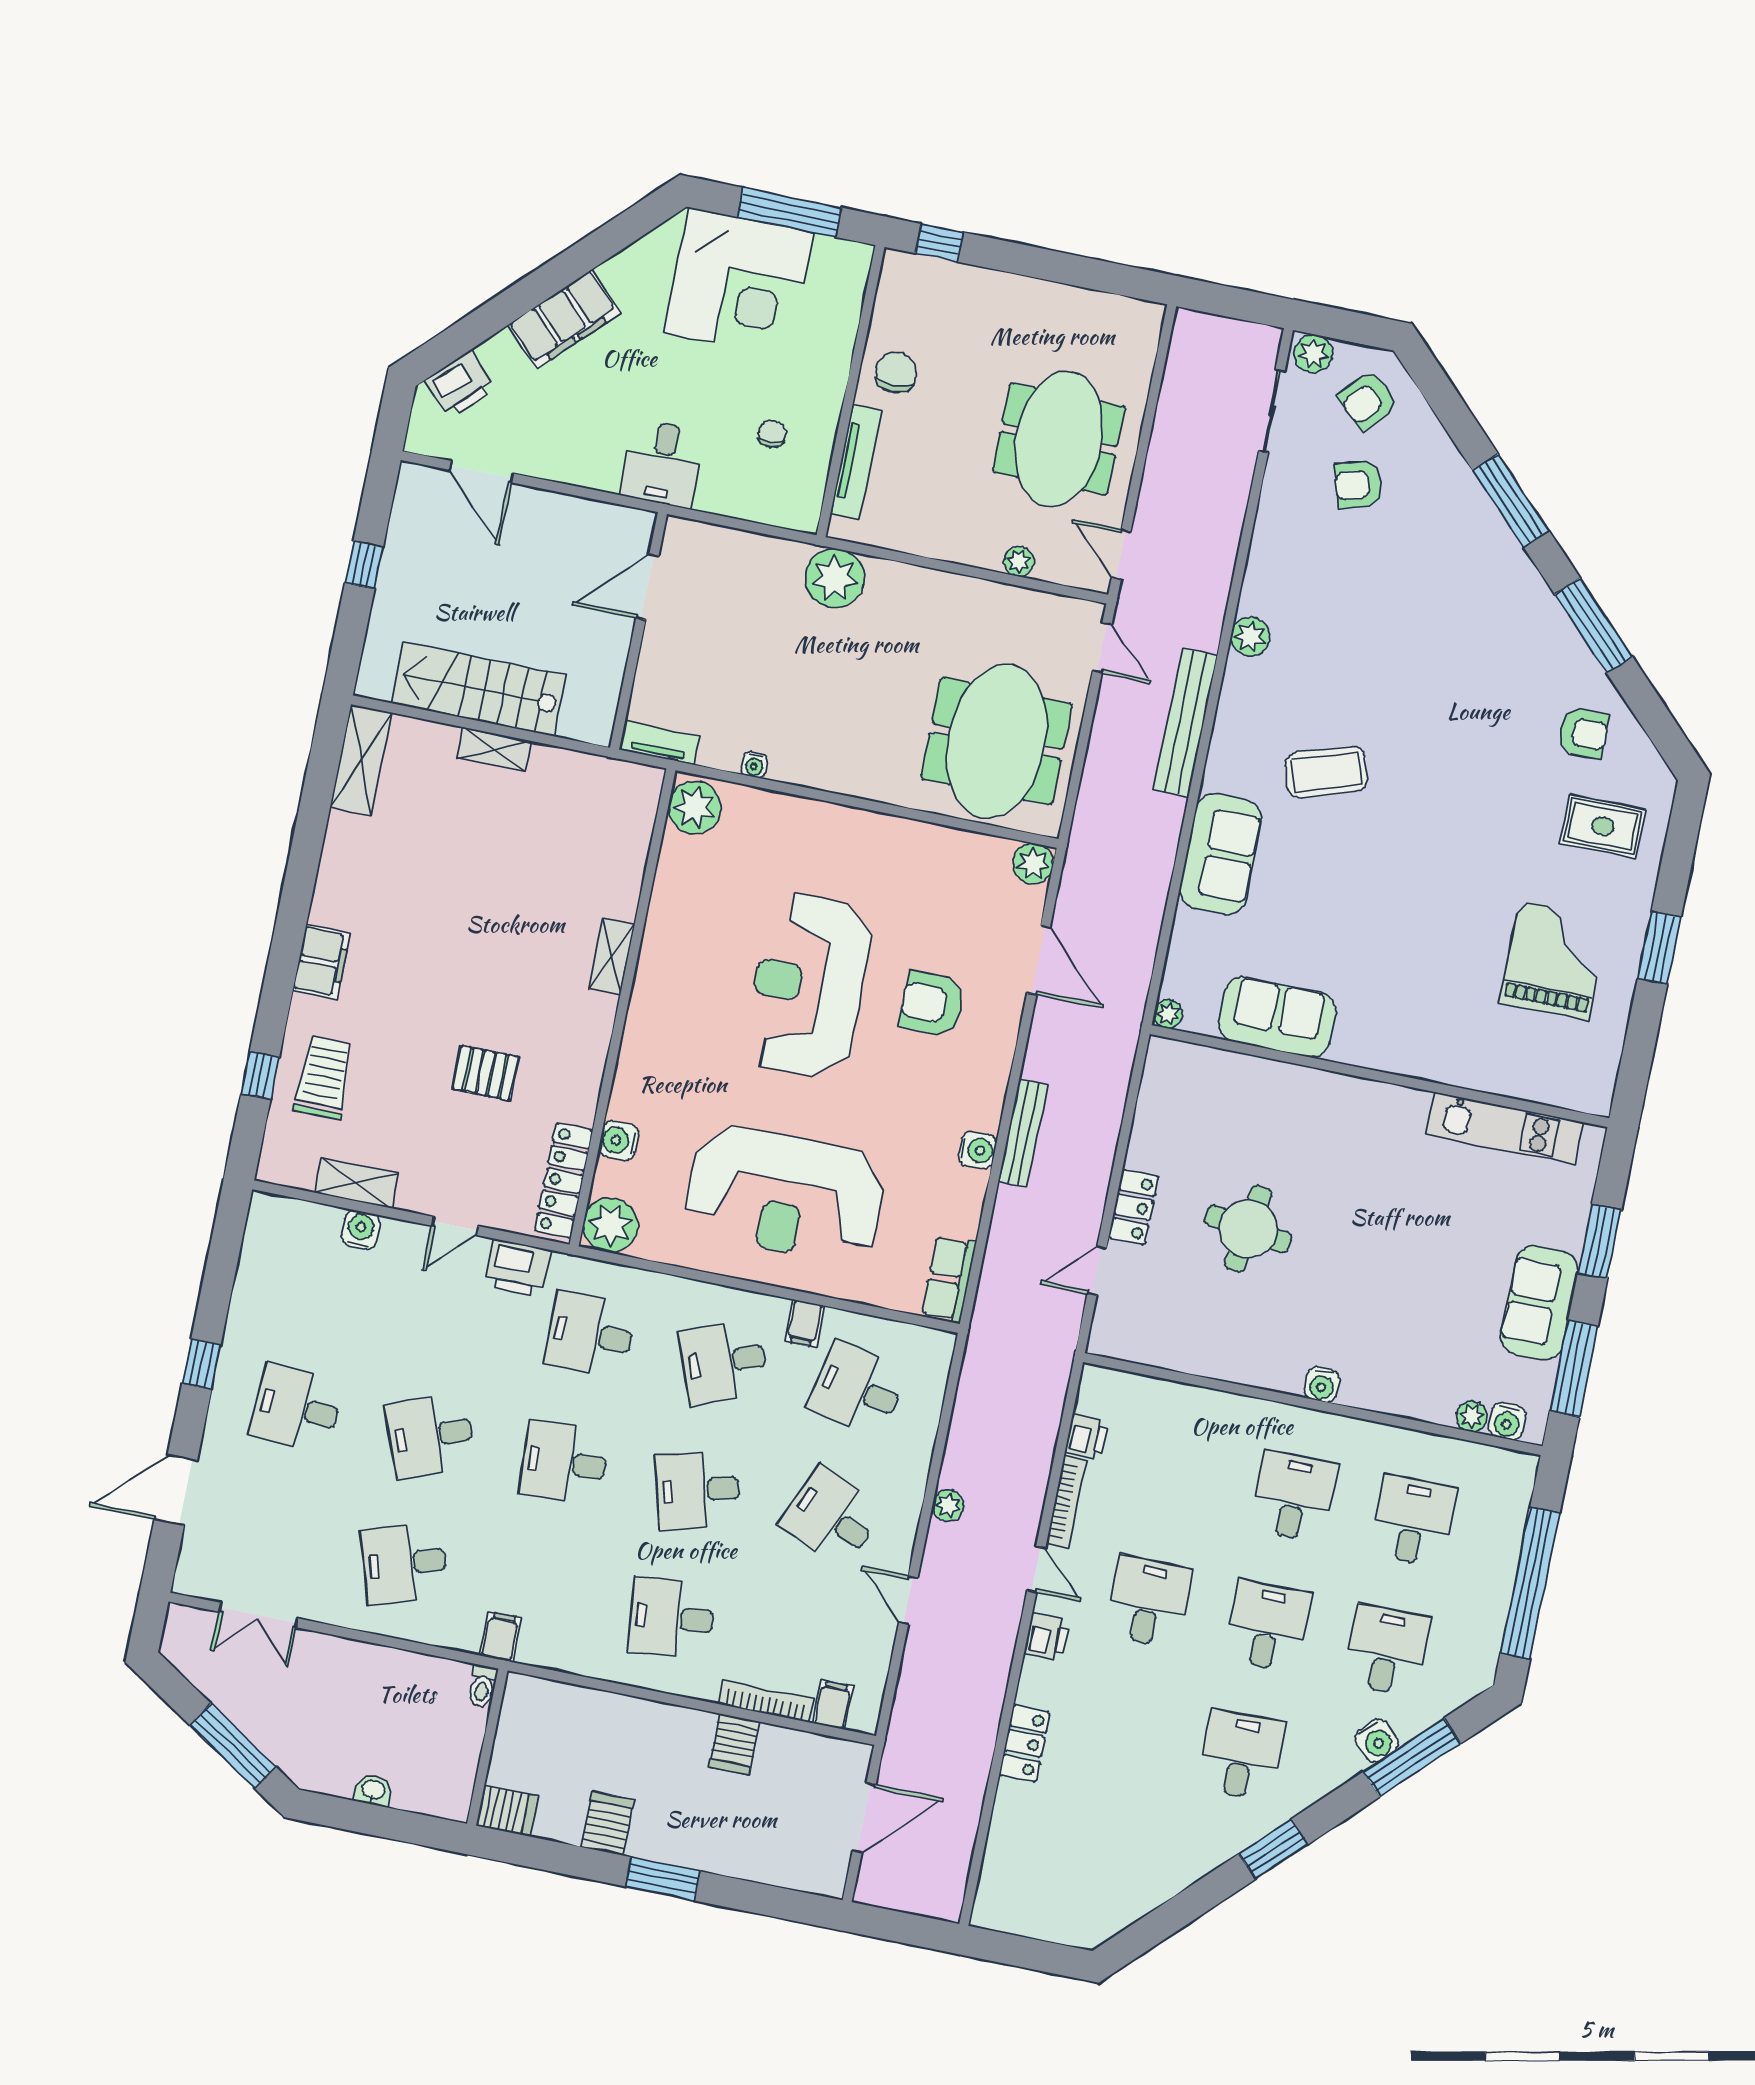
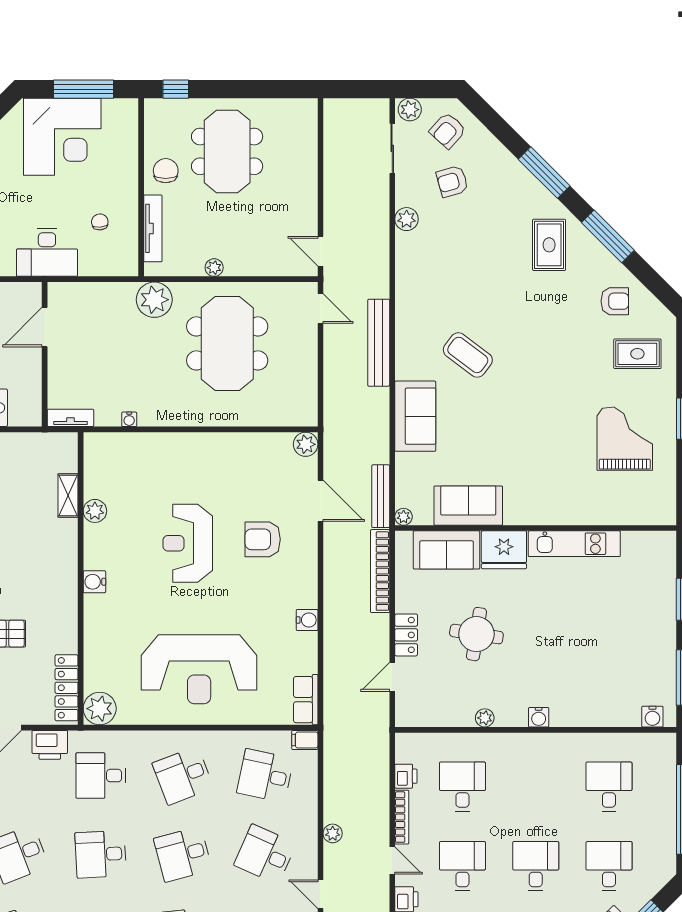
meeting table: (1059, 439) -> (227, 151), moved
desk: (662, 464) -> (47, 253), width x1.37
plant: (1019, 561) -> (214, 268), moved
rug: (1495, 620) -> (549, 245), added
plant: (1250, 637) -> (407, 219), moved
meeting table: (997, 741) -> (227, 343), moved
coffee table: (1326, 772) -> (468, 355), turned 55
plant: (695, 807) -> (95, 511), moved, width x0.73, depth x0.73
shelving: (612, 957) -> (68, 495), moved
reception desk: (809, 986) -> (188, 543), width x0.74, depth x0.77
bookcase: (1112, 1095) -> (380, 571), added
fridge: (1321, 1101) -> (504, 550), added
kitchen unit: (1505, 1128) -> (574, 544), moved
bench: (1023, 1133) -> (381, 496), moved
water cooler: (619, 1141) -> (94, 582), moved
sofa: (1539, 1303) -> (446, 550), moved, turned -90
filing cabinet: (804, 1323) -> (305, 740), moved, turned 90
plant: (1472, 1416) -> (485, 718), moved
desk: (1294, 1497) -> (462, 787), moved

